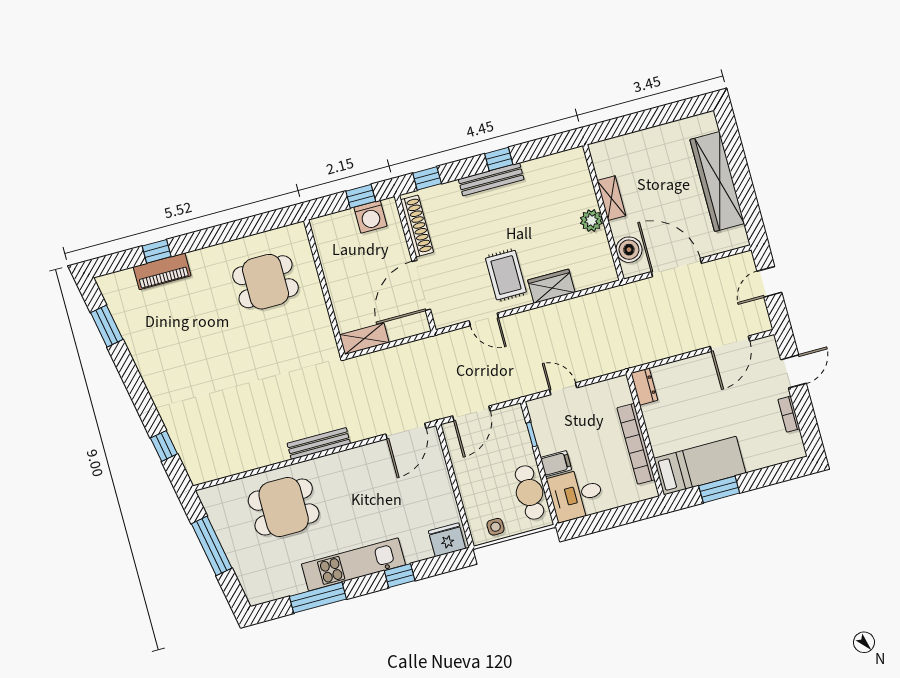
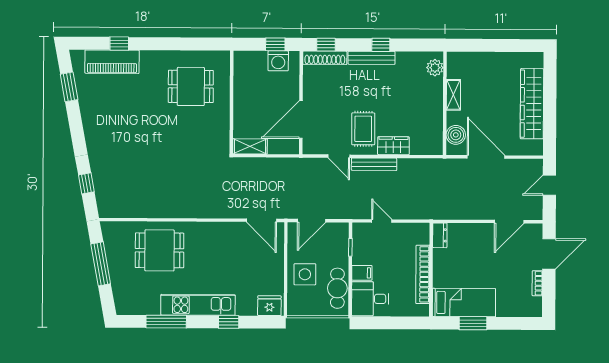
plant: (591, 221) -> (435, 68), moved
shoe rack: (417, 226) -> (325, 58), moved, turned 90
piano: (162, 271) -> (112, 62), width x1.37, depth x1.33
door: (794, 371) -> (549, 254), width x1.38
door: (406, 431) -> (261, 220), hinge flipped
bench: (319, 444) -> (374, 164), moved
side table: (496, 527) -> (305, 274), moved, width x1.87, depth x1.87

